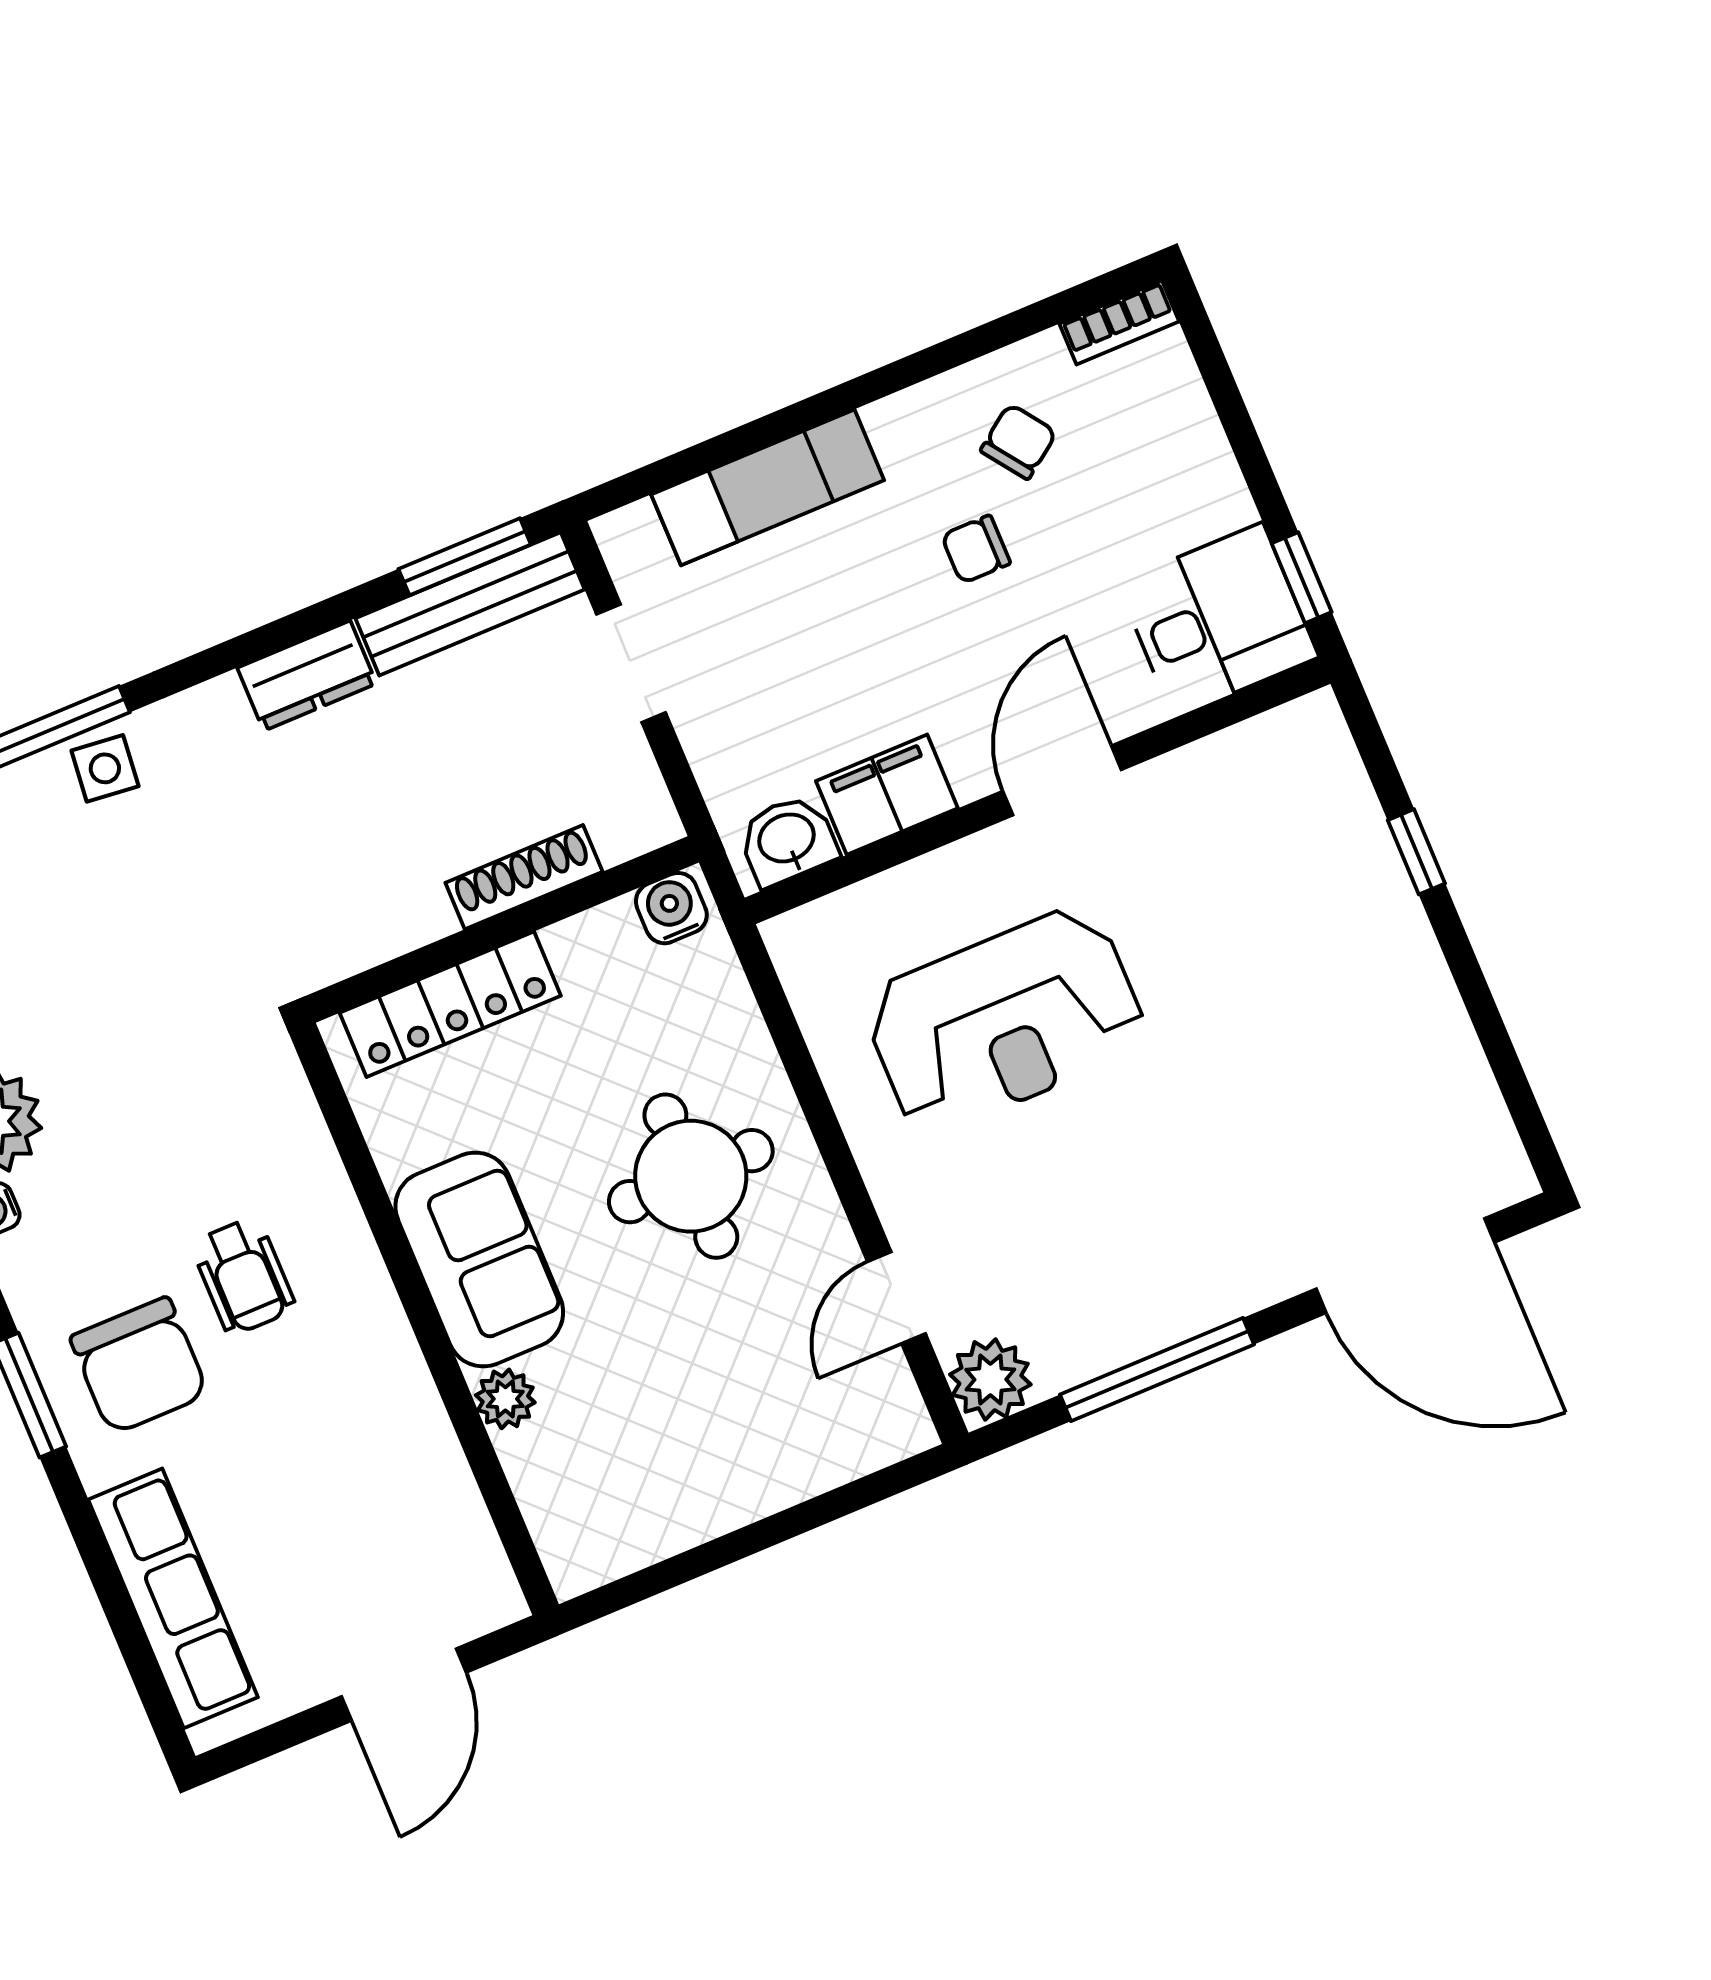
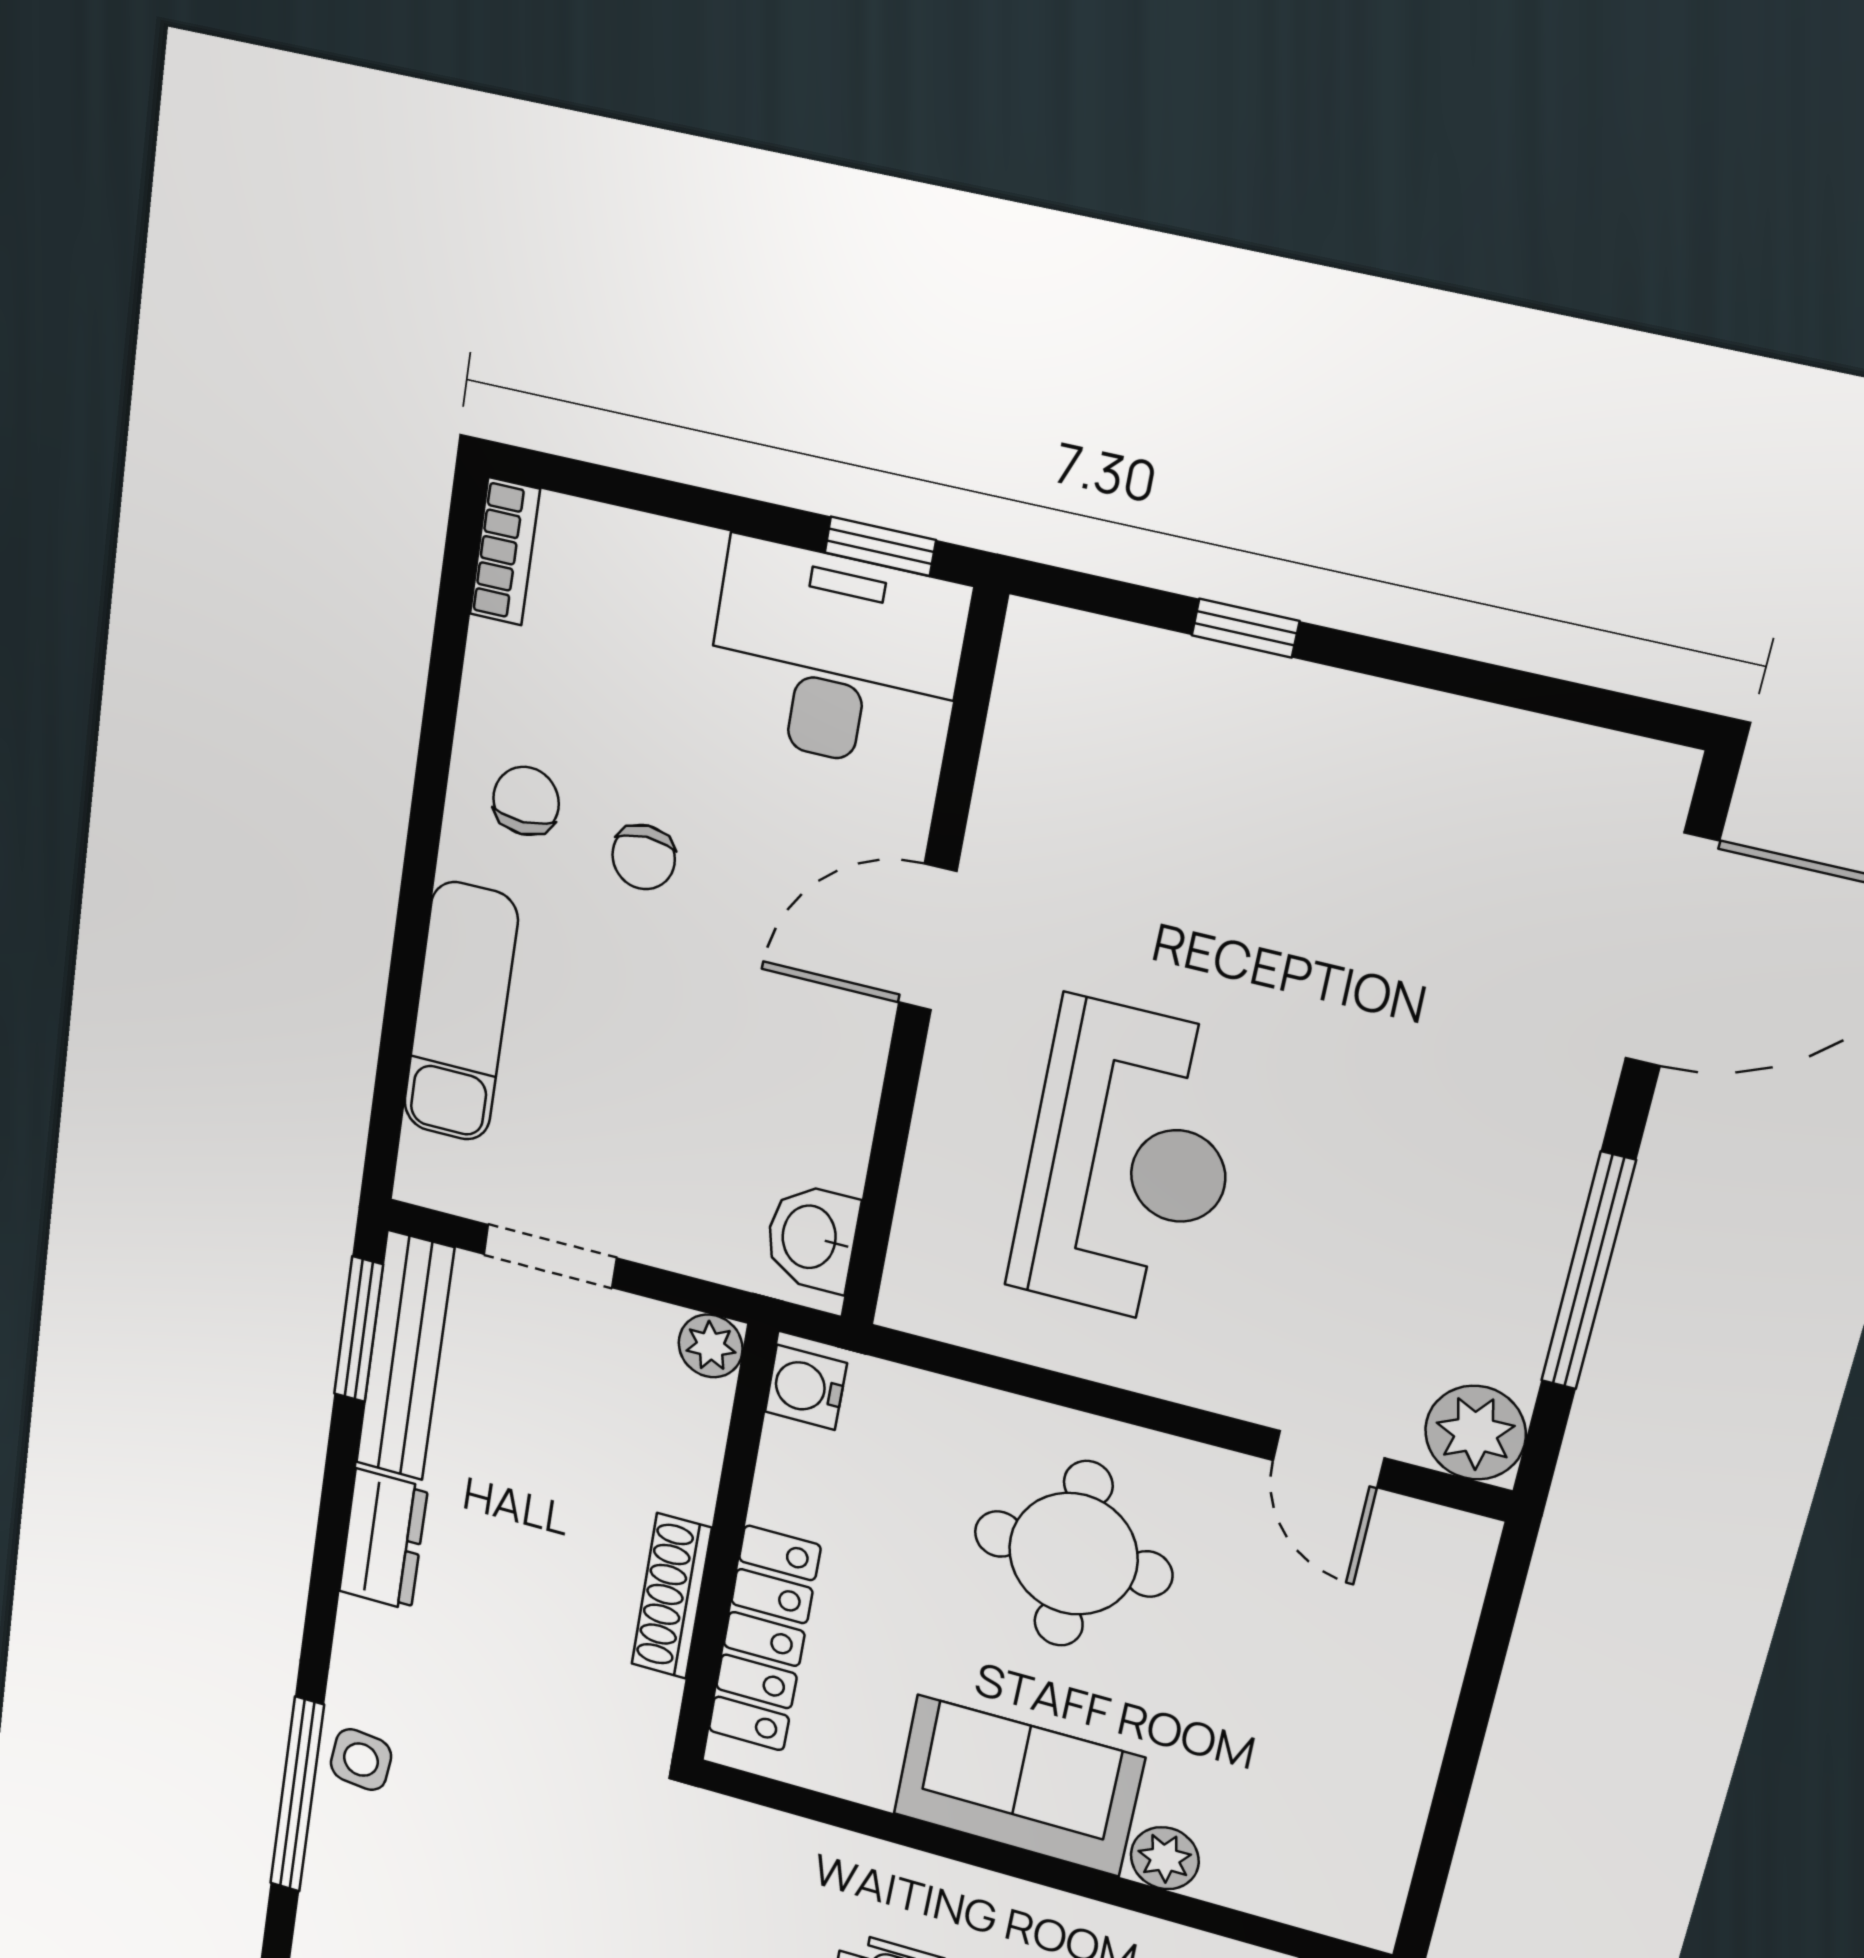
chair: (1019, 442) -> (526, 801), moved, turned 36
desk: (1218, 620) -> (835, 658), width x1.37
door: (1062, 780) -> (928, 937), hinge flipped
filing cabinet: (887, 795) -> (830, 1114), removed
plant: (651, 821) -> (711, 1346), added
shoe rack: (524, 877) -> (672, 1596), moved

